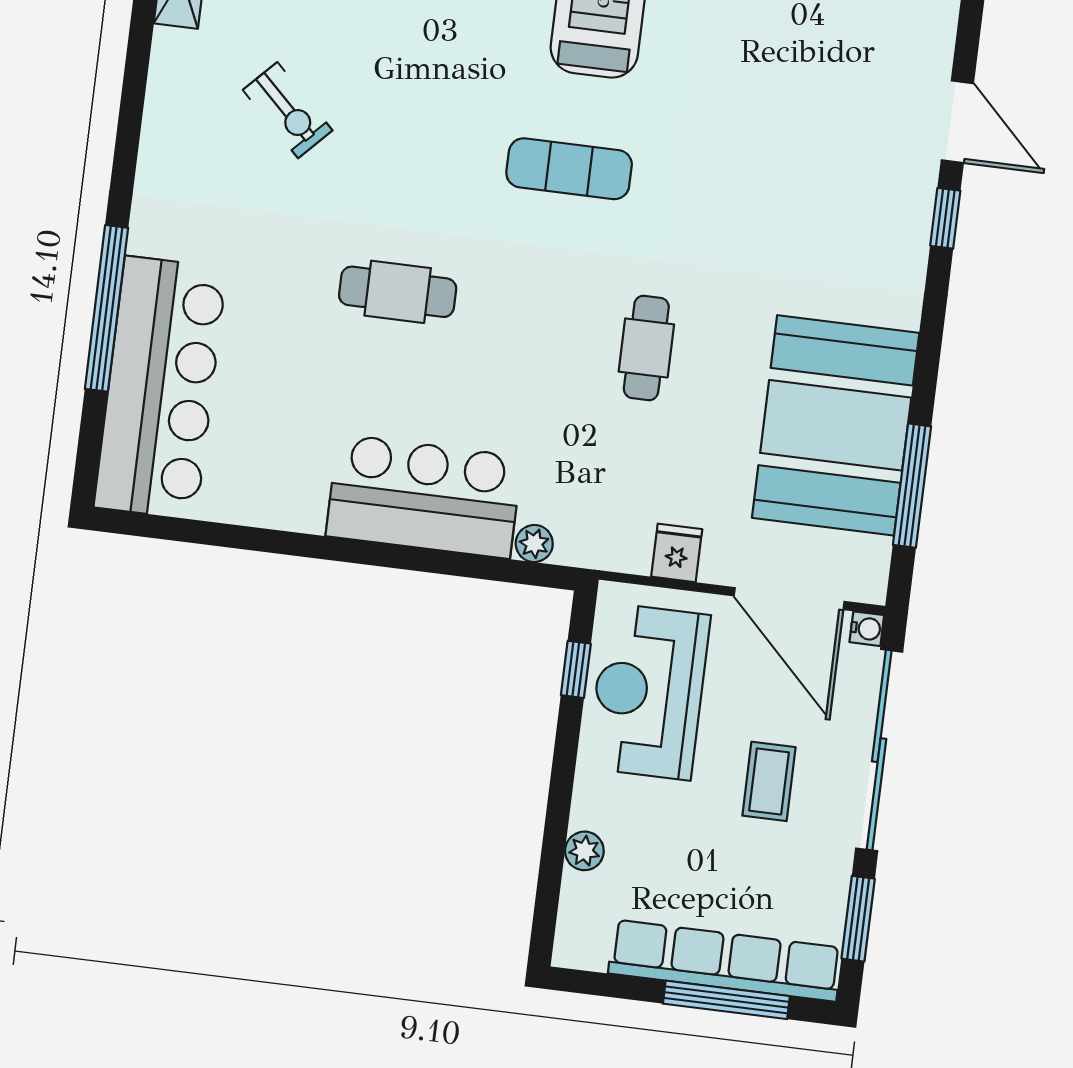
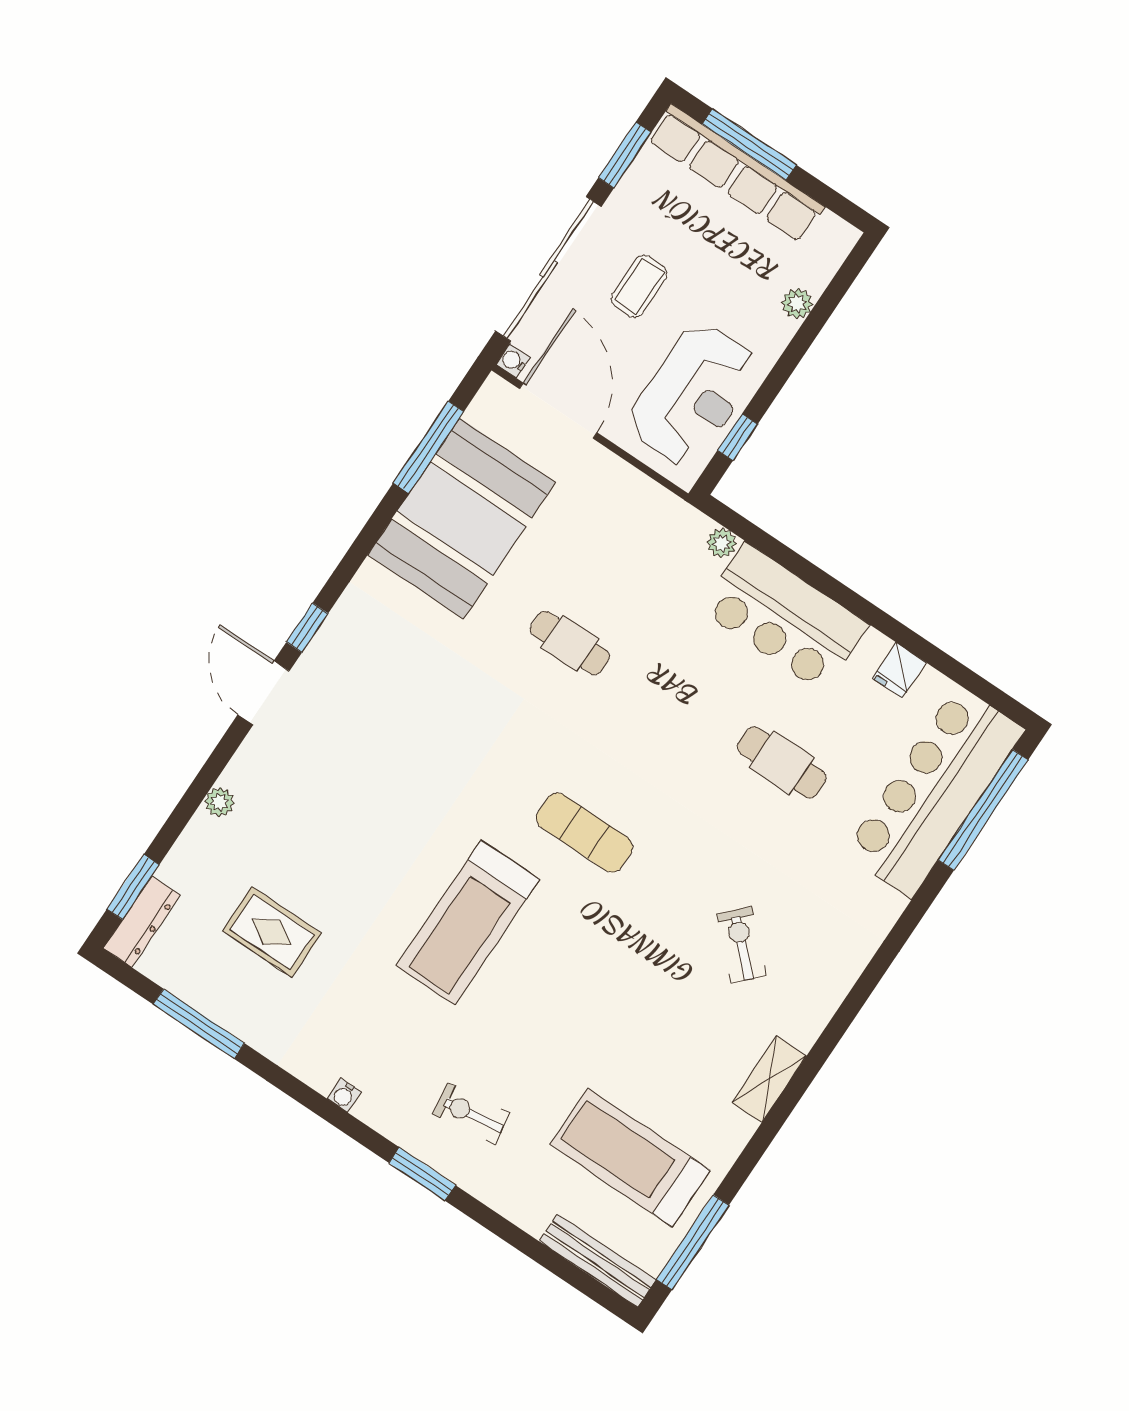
exercise mat: (569, 169) -> (585, 833), moved
cafe table: (398, 292) -> (782, 762), moved
window: (106, 308) -> (983, 810), moved
cafe table: (646, 348) -> (570, 643), turned 90
fridge: (677, 553) -> (899, 670), moved

